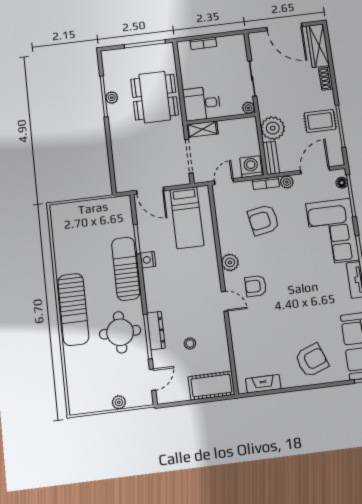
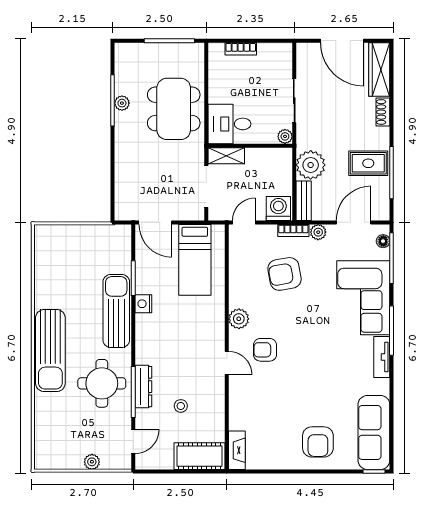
armchair: (312, 360) -> (318, 442), turned 110
fireplace: (263, 384) -> (237, 450), moved, turned 90

